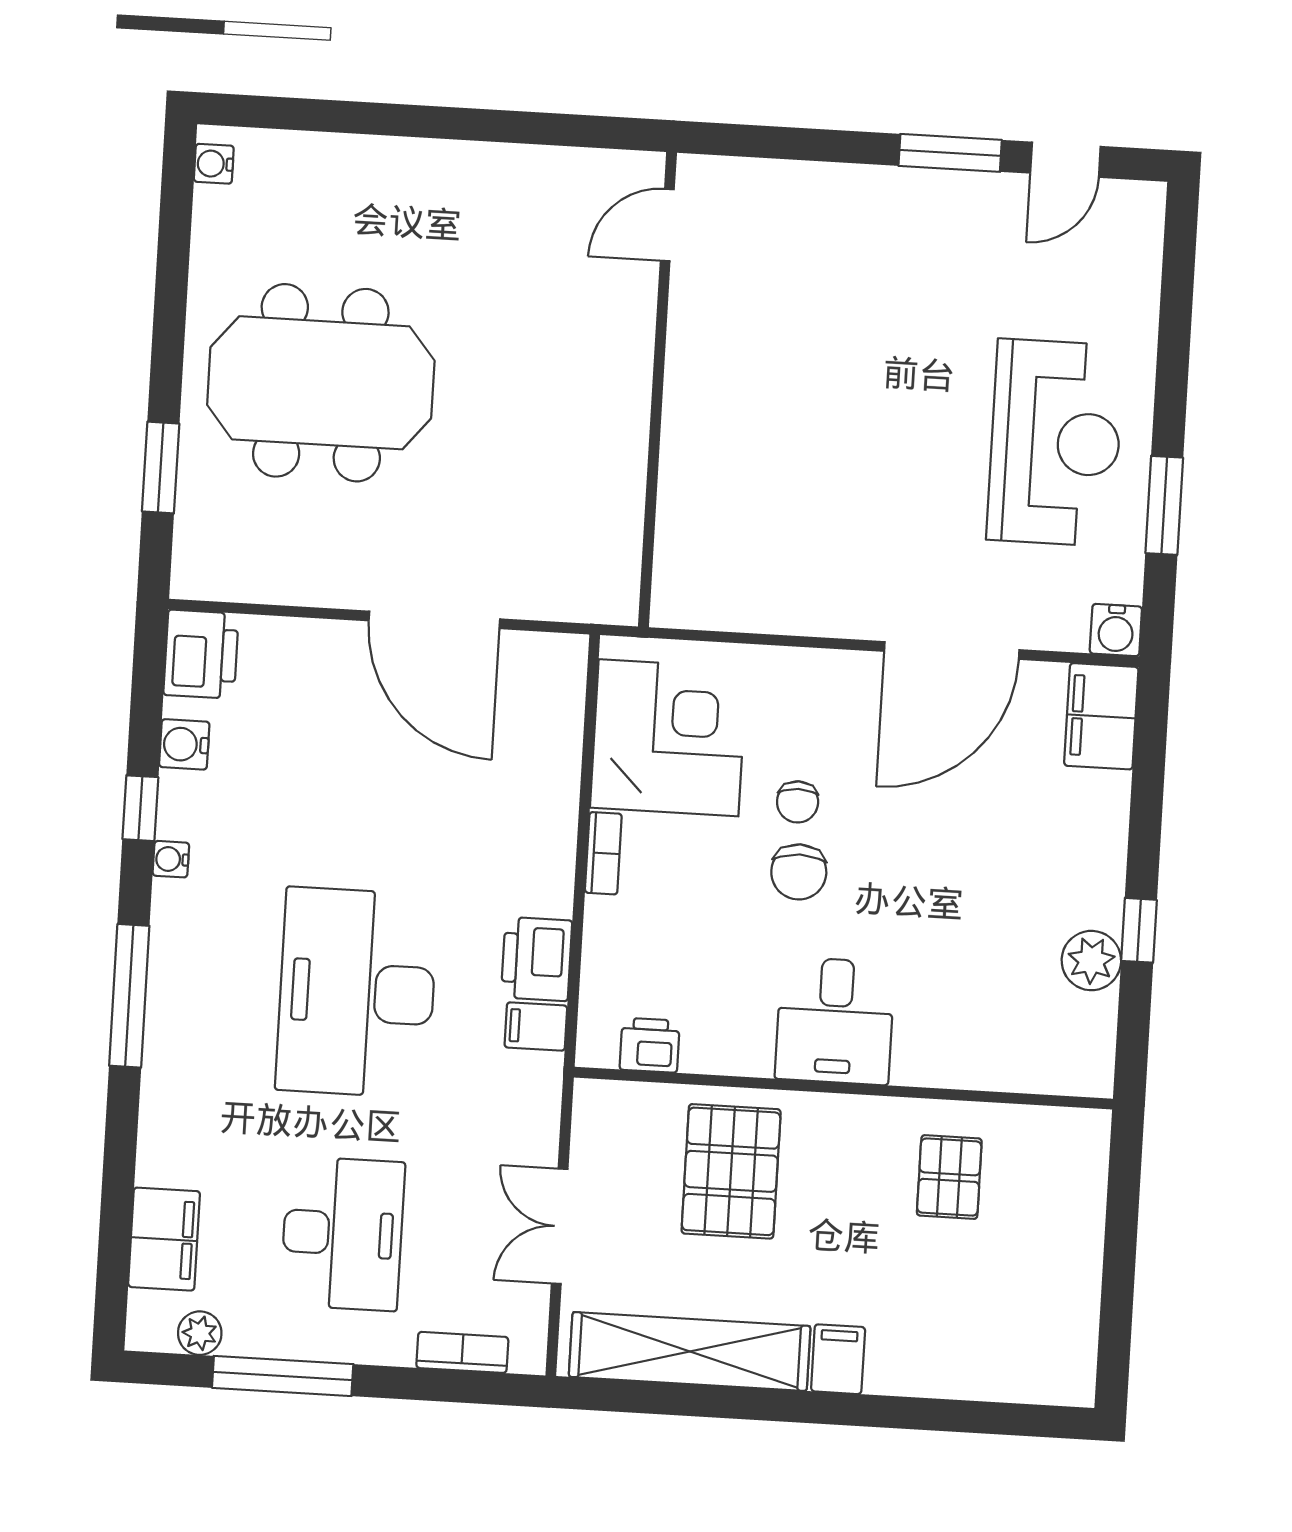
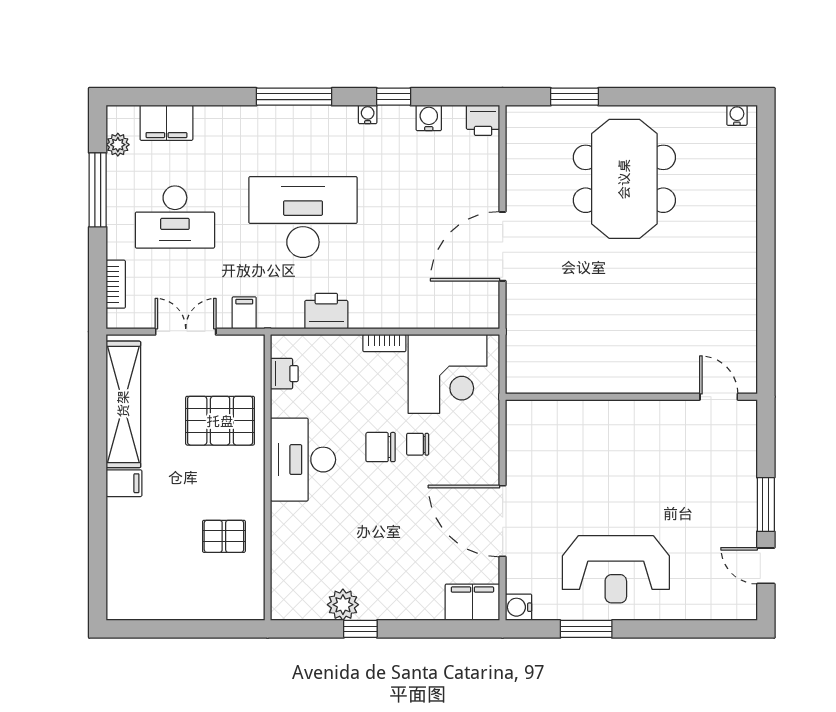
door: (667, 225) -> (719, 397), moved
wall: (657, 390) -> (631, 397), moved
printer: (201, 654) -> (483, 120), width x0.73, depth x0.81
desk: (835, 1021) -> (303, 460), width x1.37
filing cabinet: (536, 1026) -> (244, 313), moved

